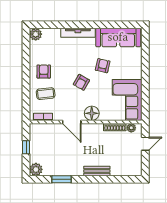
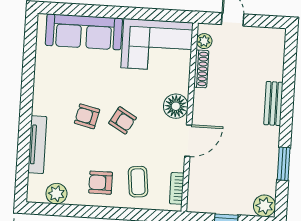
tv unit: (78, 33) -> (37, 145), moved
plant: (36, 34) -> (56, 194), moved
sofa: (118, 37) -> (84, 32), moved, turned 90
armchair: (103, 66) -> (87, 116), moved

